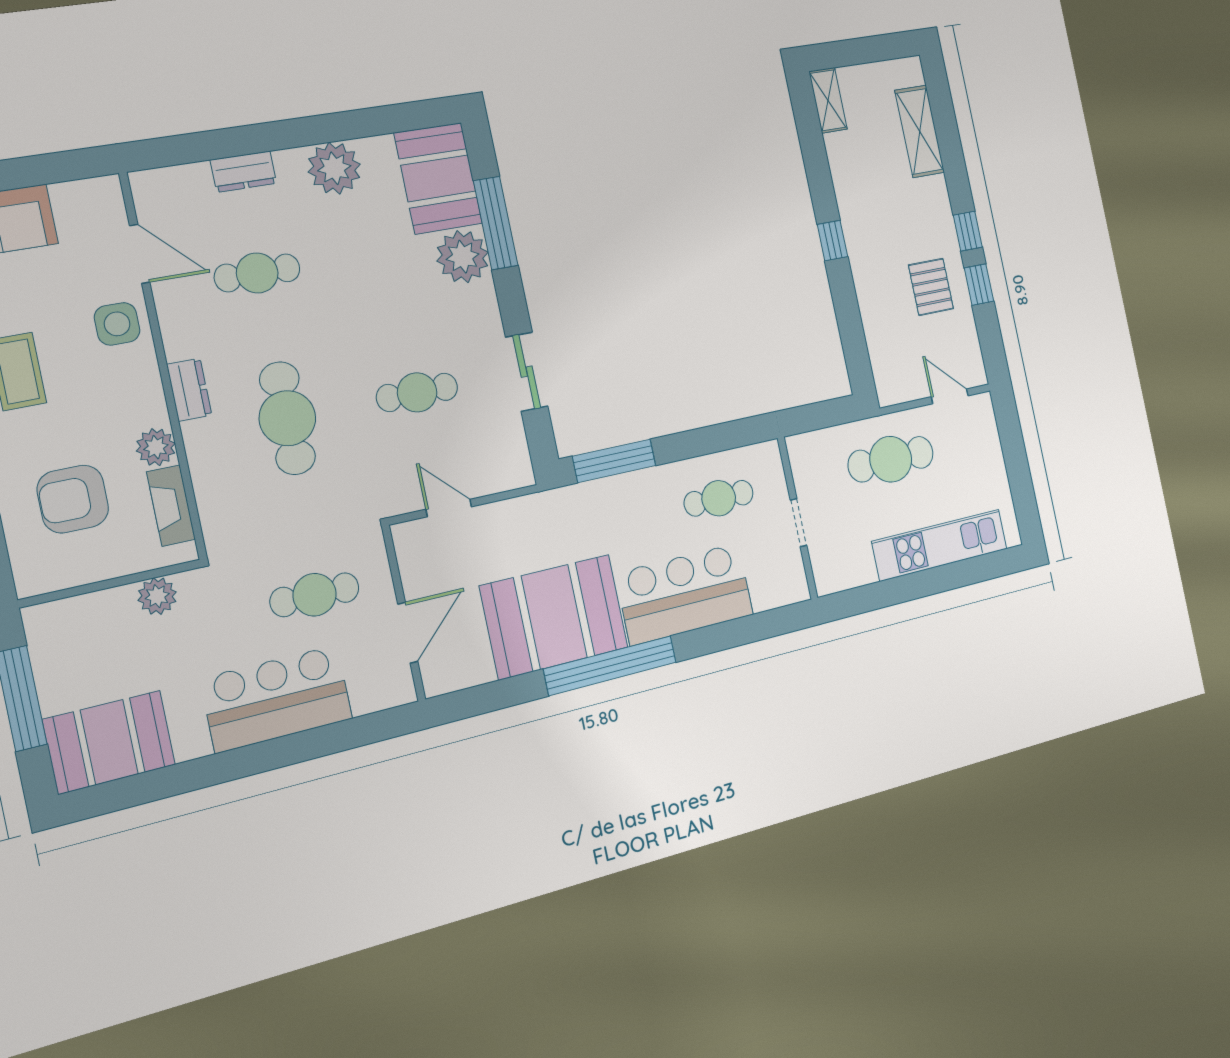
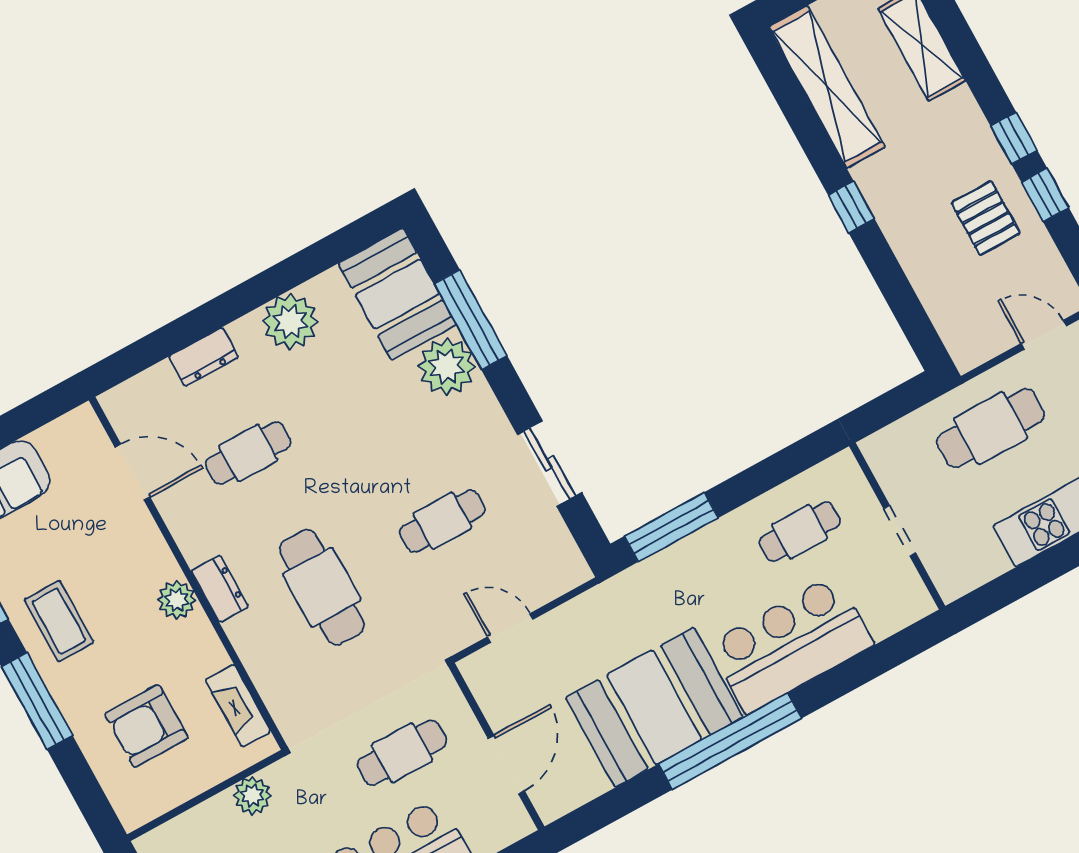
shelving: (828, 100) -> (827, 87), width x2.20, depth x1.33
side table: (117, 324) -> (133, 547), removed
plant: (156, 447) -> (177, 600), moved

